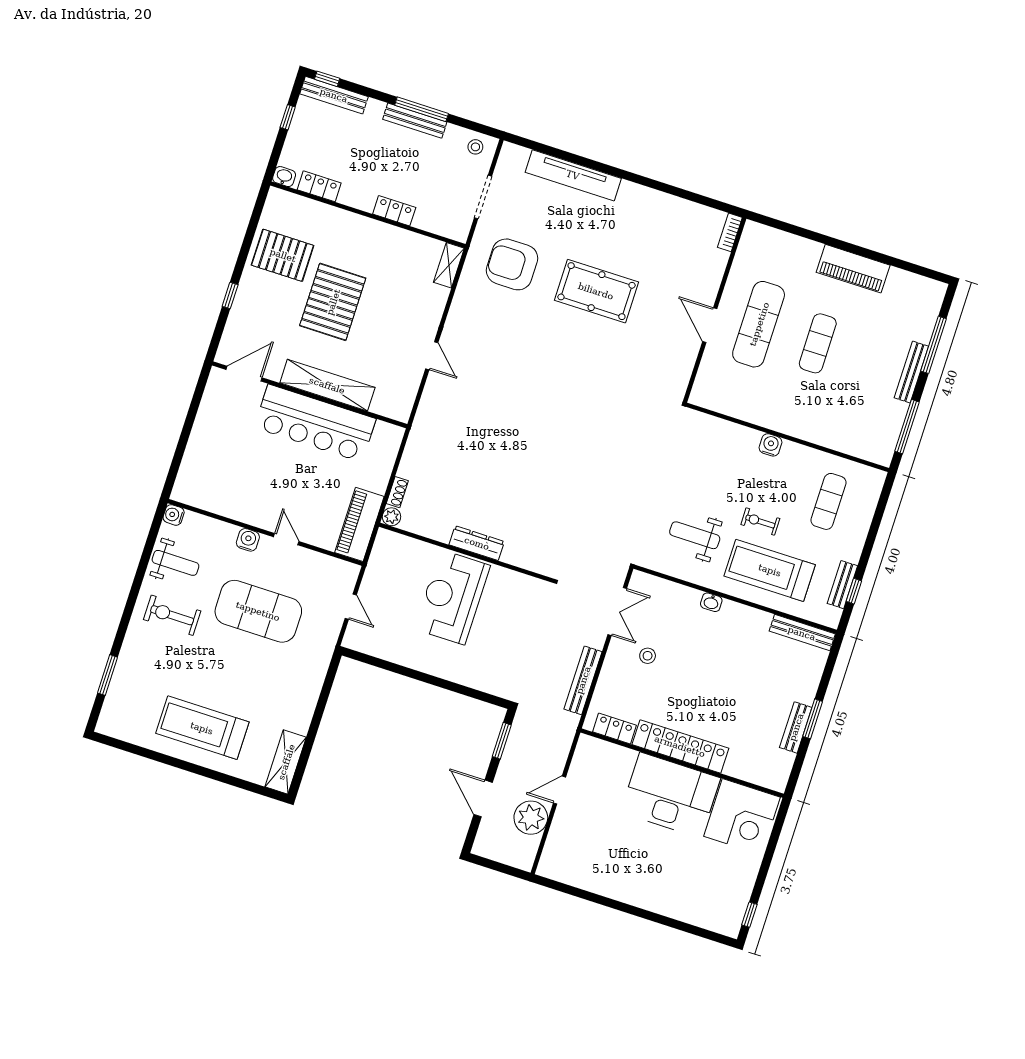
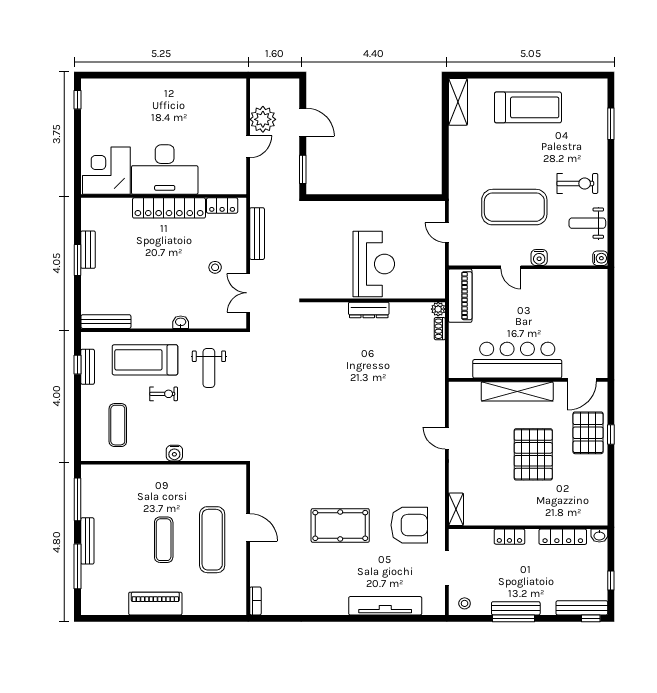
locker: (319, 186) -> (563, 537), width x1.53
pallet: (283, 255) -> (588, 433), moved, turned 90
weight bench: (695, 535) -> (209, 368), turned 90
treadmill: (770, 570) -> (145, 360), turned 180

